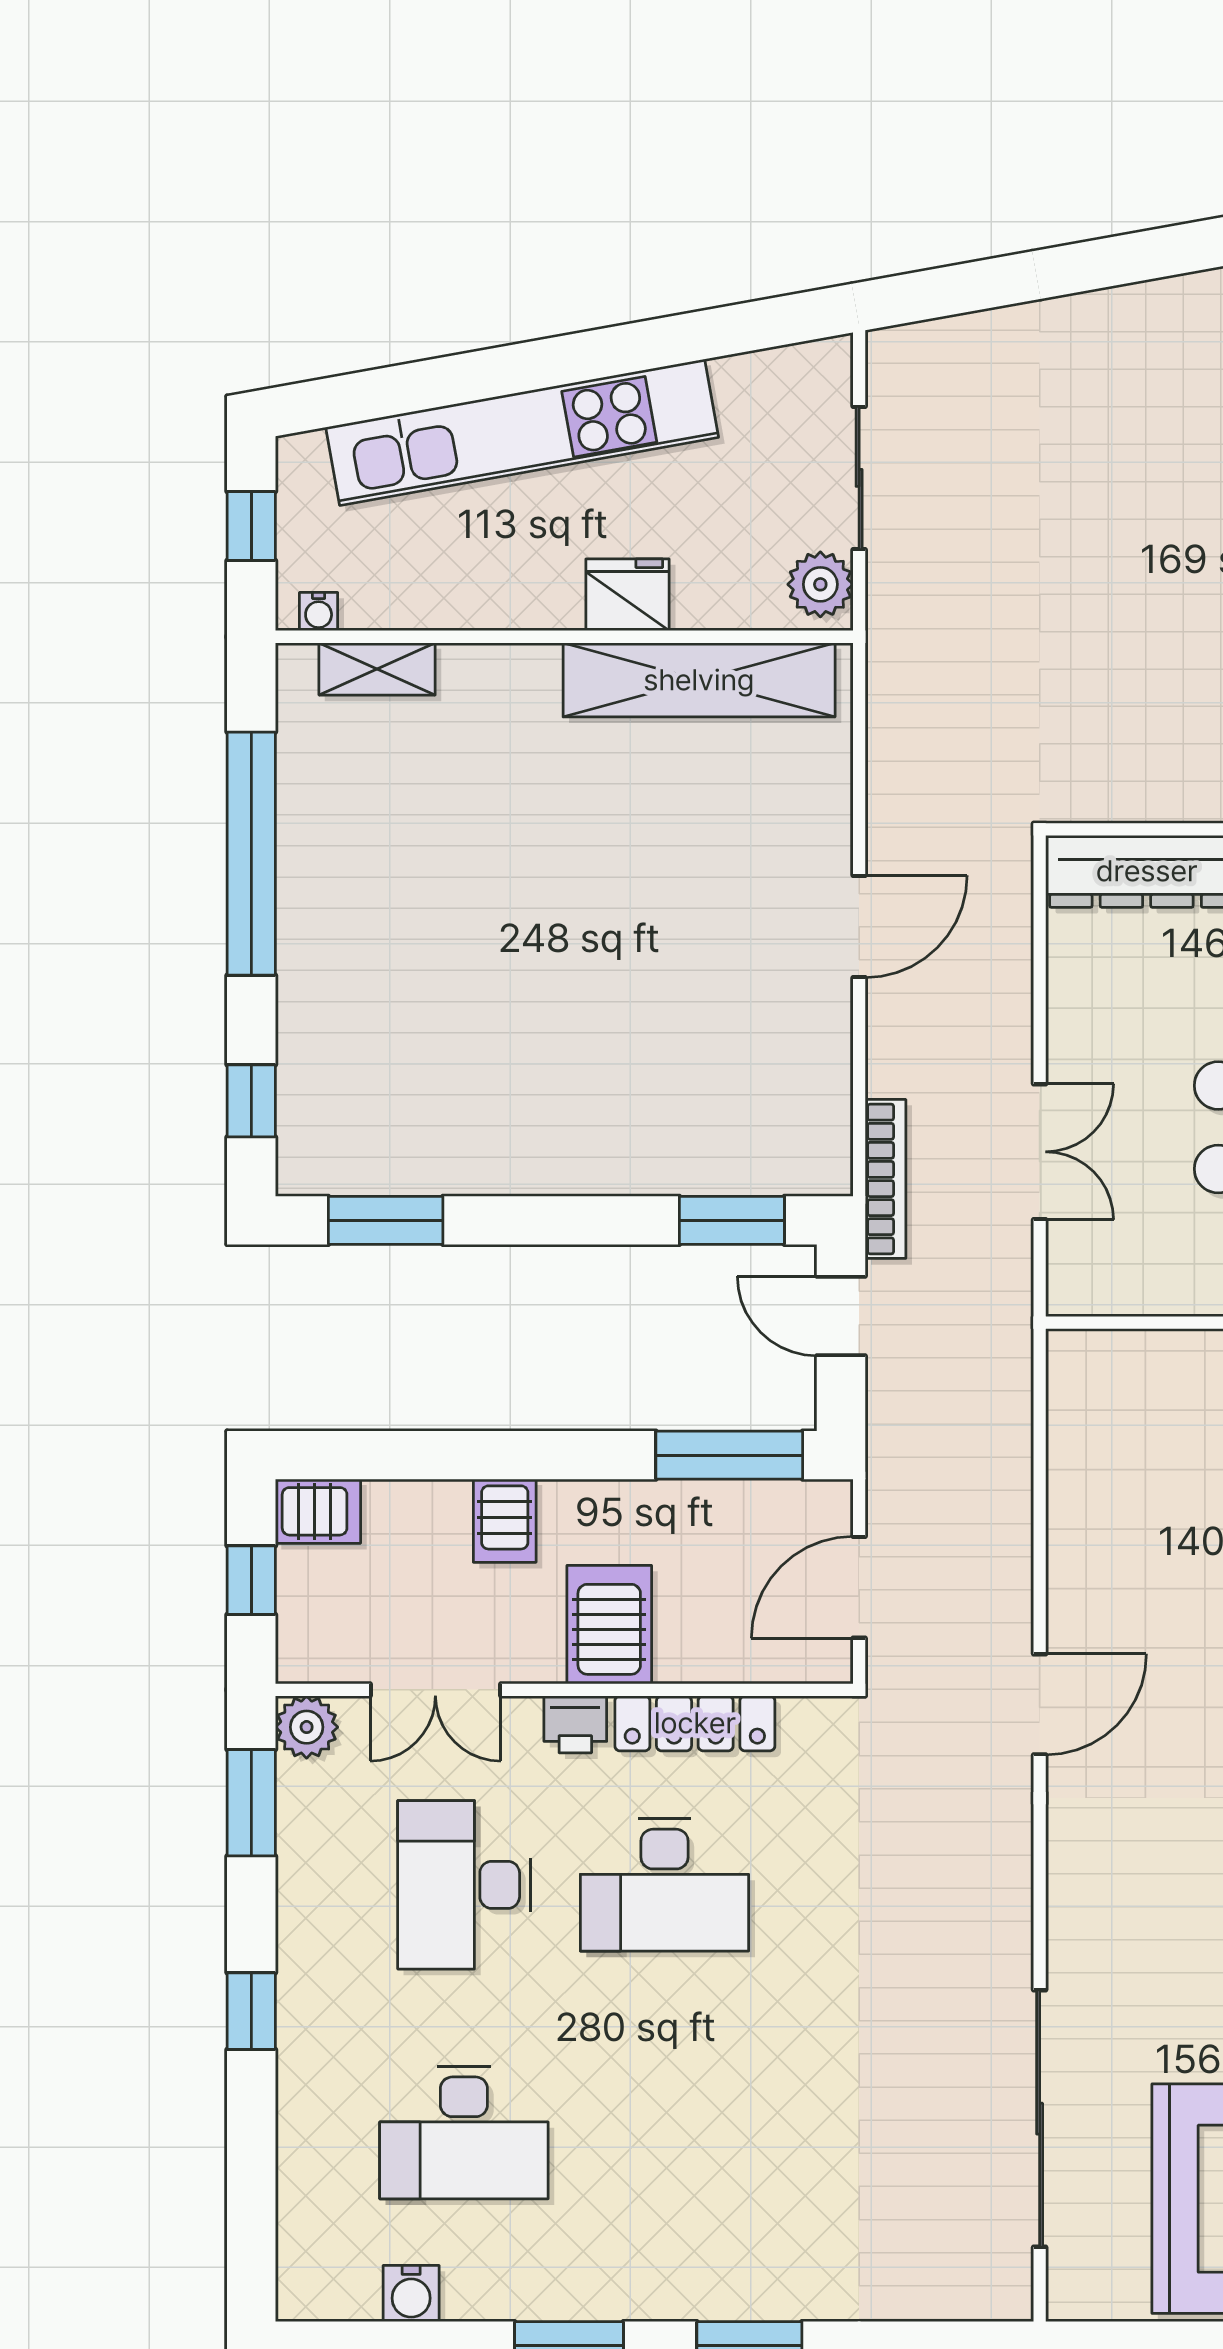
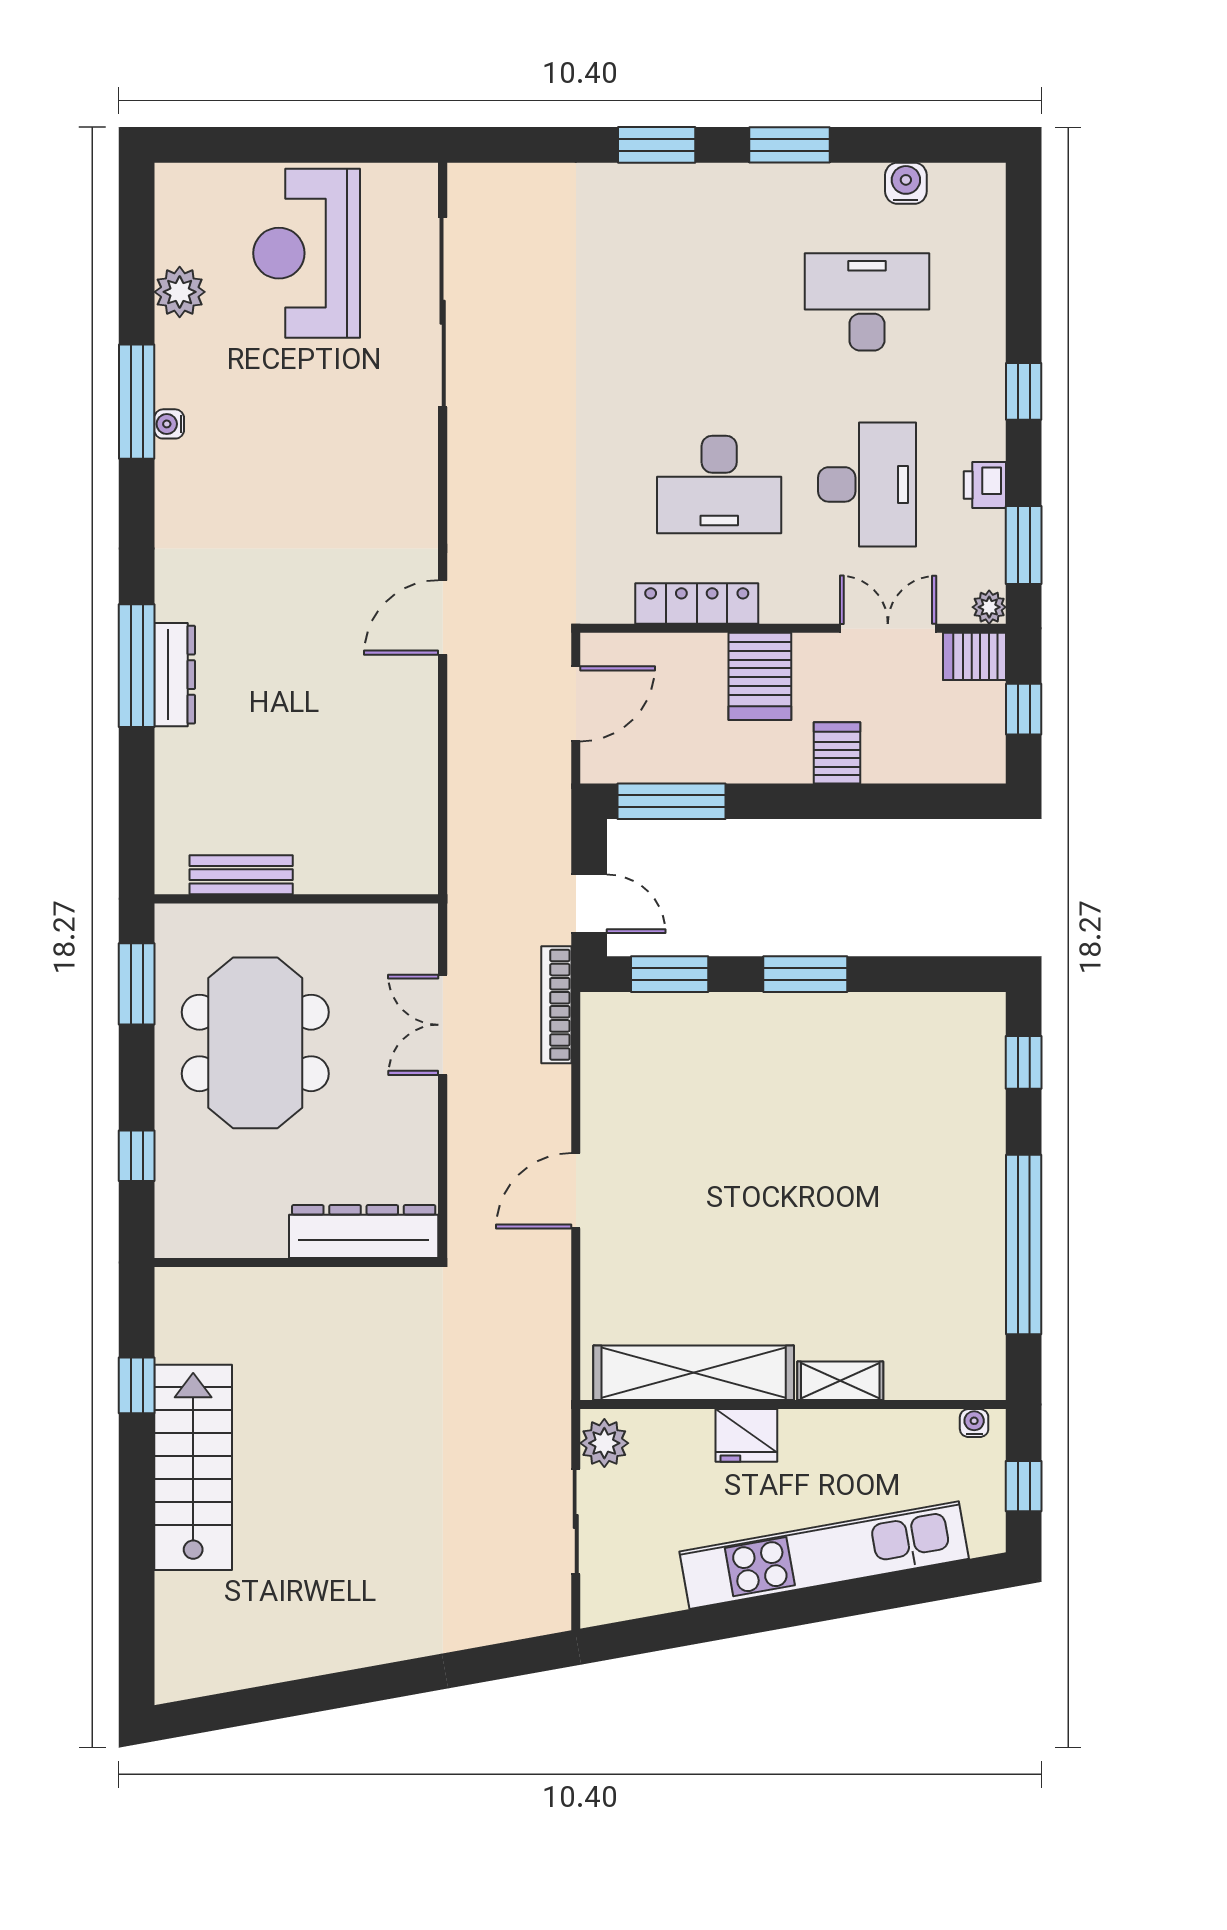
shelving: (377, 669) -> (840, 1381), moved
window: (386, 1220) -> (805, 974), moved
server rack: (318, 1511) -> (975, 656), moved
printer: (575, 1724) -> (985, 485), moved, turned -90
plant: (307, 1727) -> (989, 607), width x0.73, depth x0.73
desk: (664, 1885) -> (719, 484), turned 180

